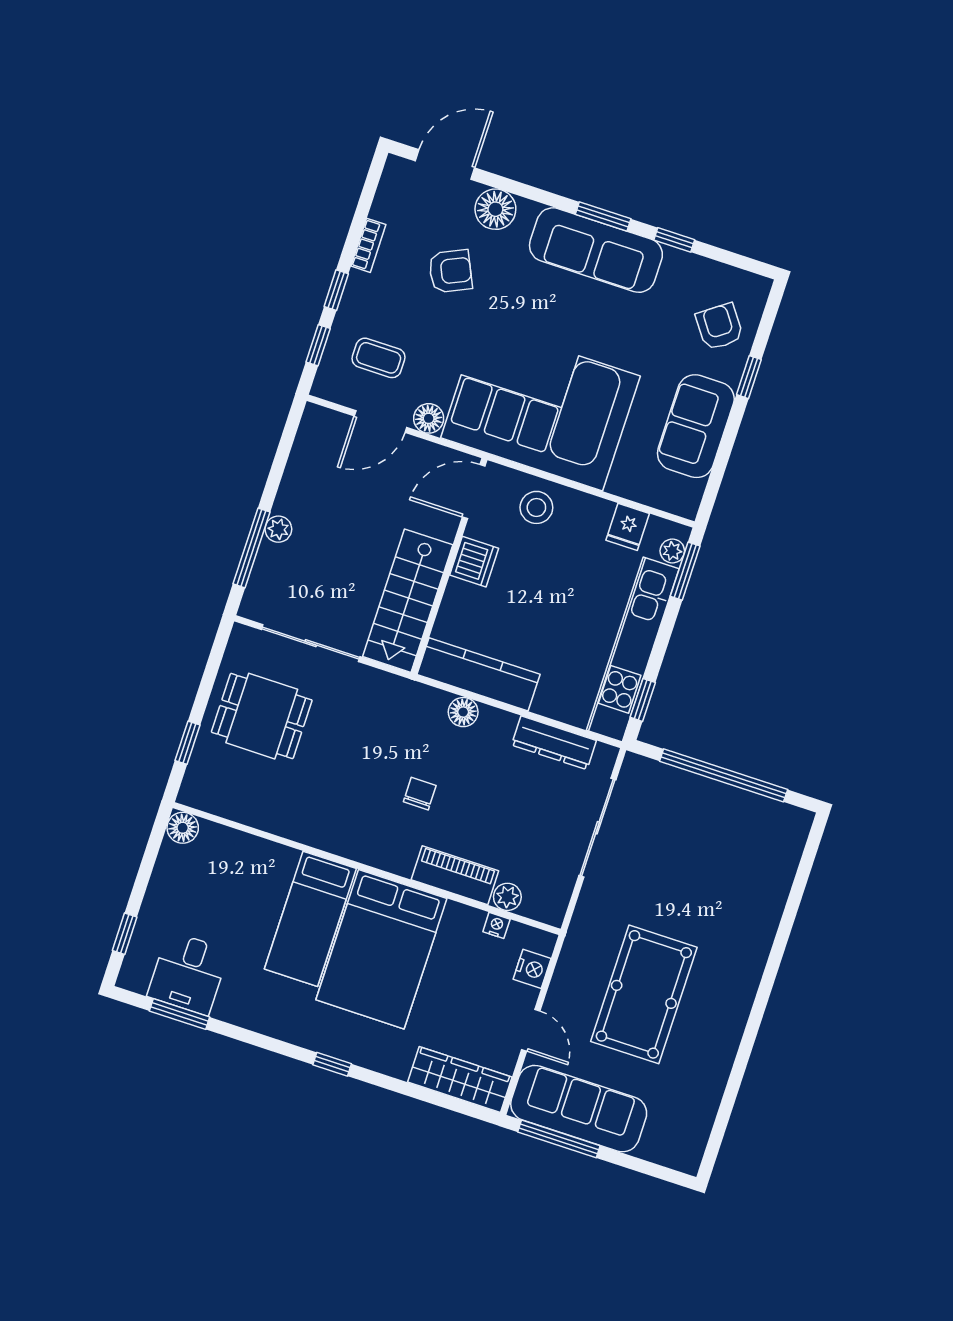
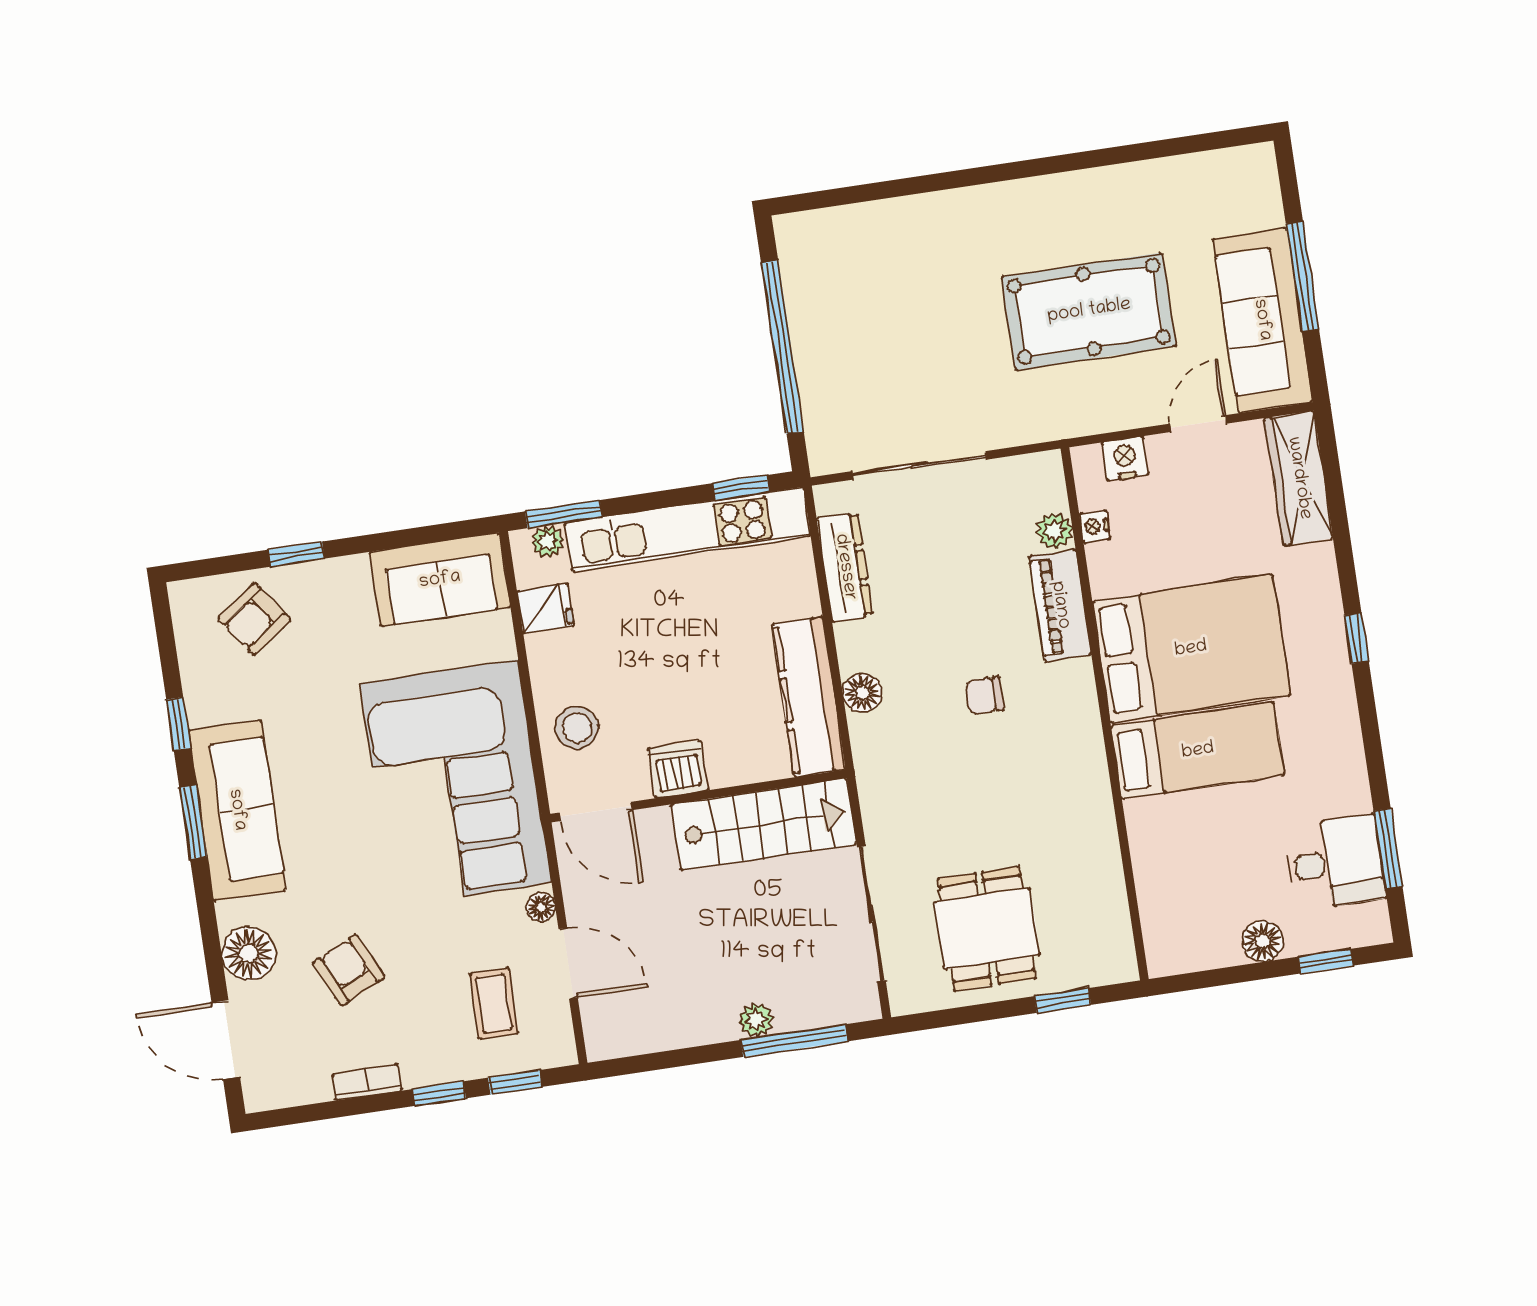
floor lamp: (429, 418) -> (541, 907), width x0.73, depth x0.73
sofa: (696, 426) -> (440, 580), moved
floor lamp: (183, 828) -> (1263, 941), moved
window: (559, 1139) -> (1302, 276), moved

